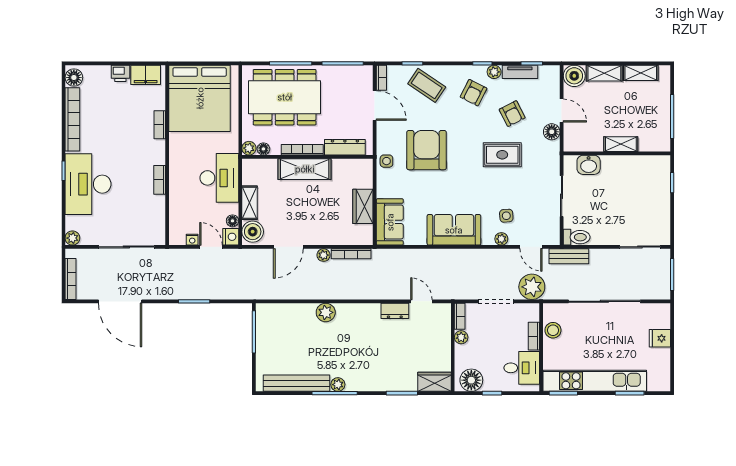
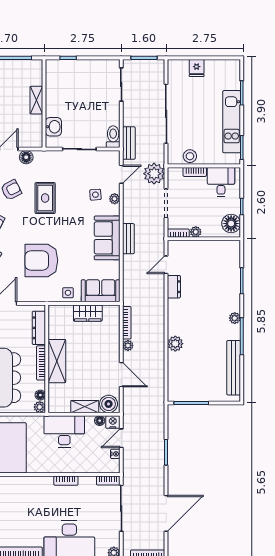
bookcase: (160, 125) -> (108, 481), moved
side table: (386, 161) -> (68, 293), moved
bench: (453, 256) -> (128, 239), added
kitchen unit: (595, 381) -> (232, 122), width x0.73
wardrobe: (434, 382) -> (232, 254), removed
plant: (338, 385) -> (235, 318), moved

